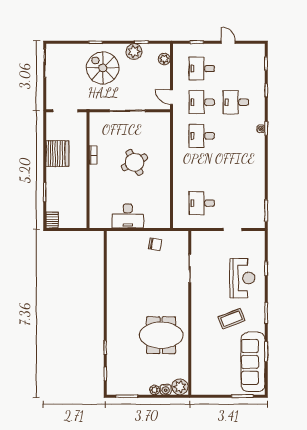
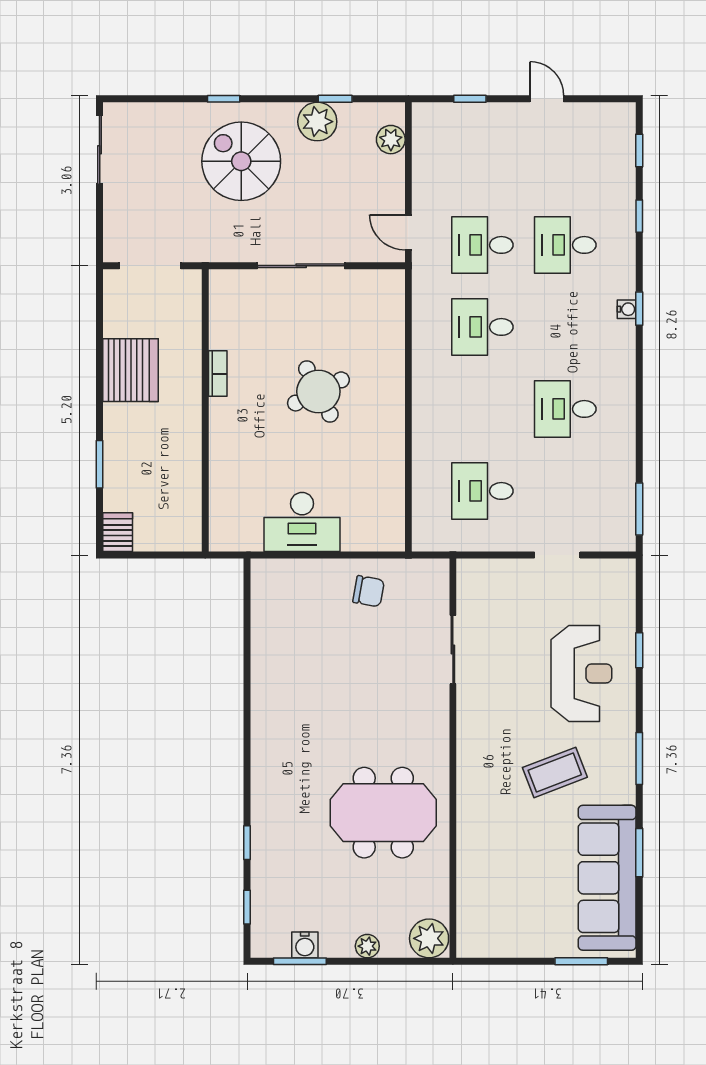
desk: (202, 69) -> (565, 409), moved
water cooler: (166, 389) -> (305, 945), moved

